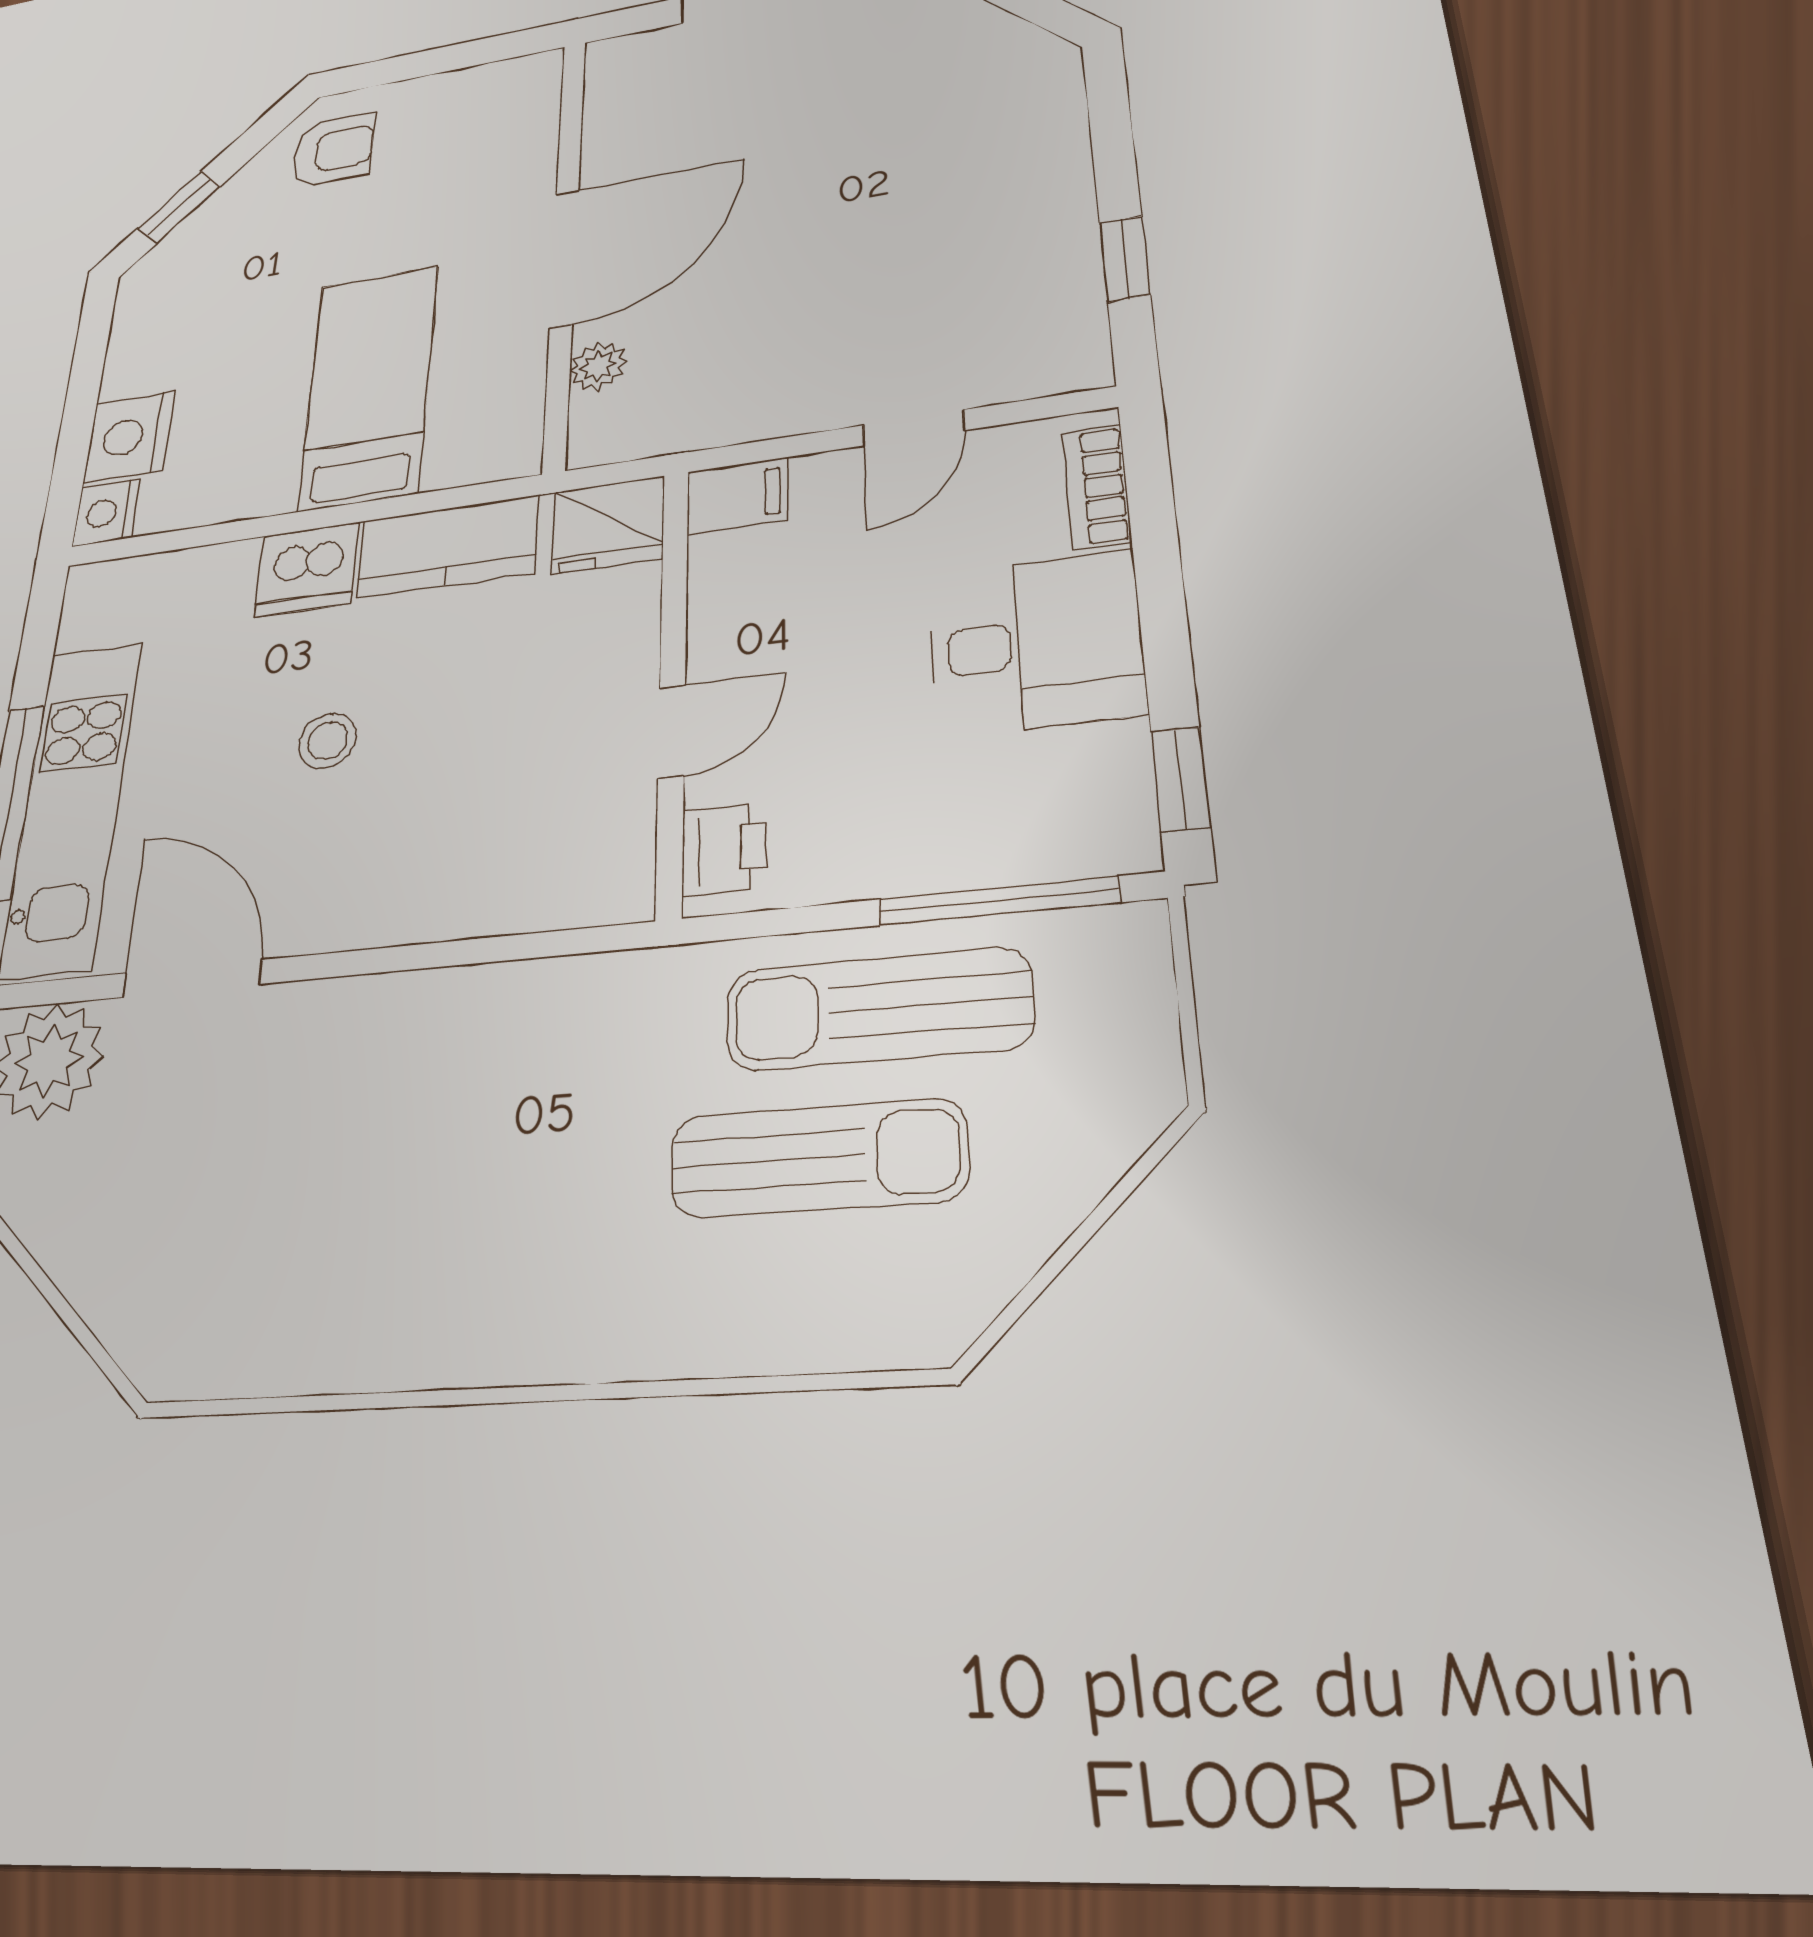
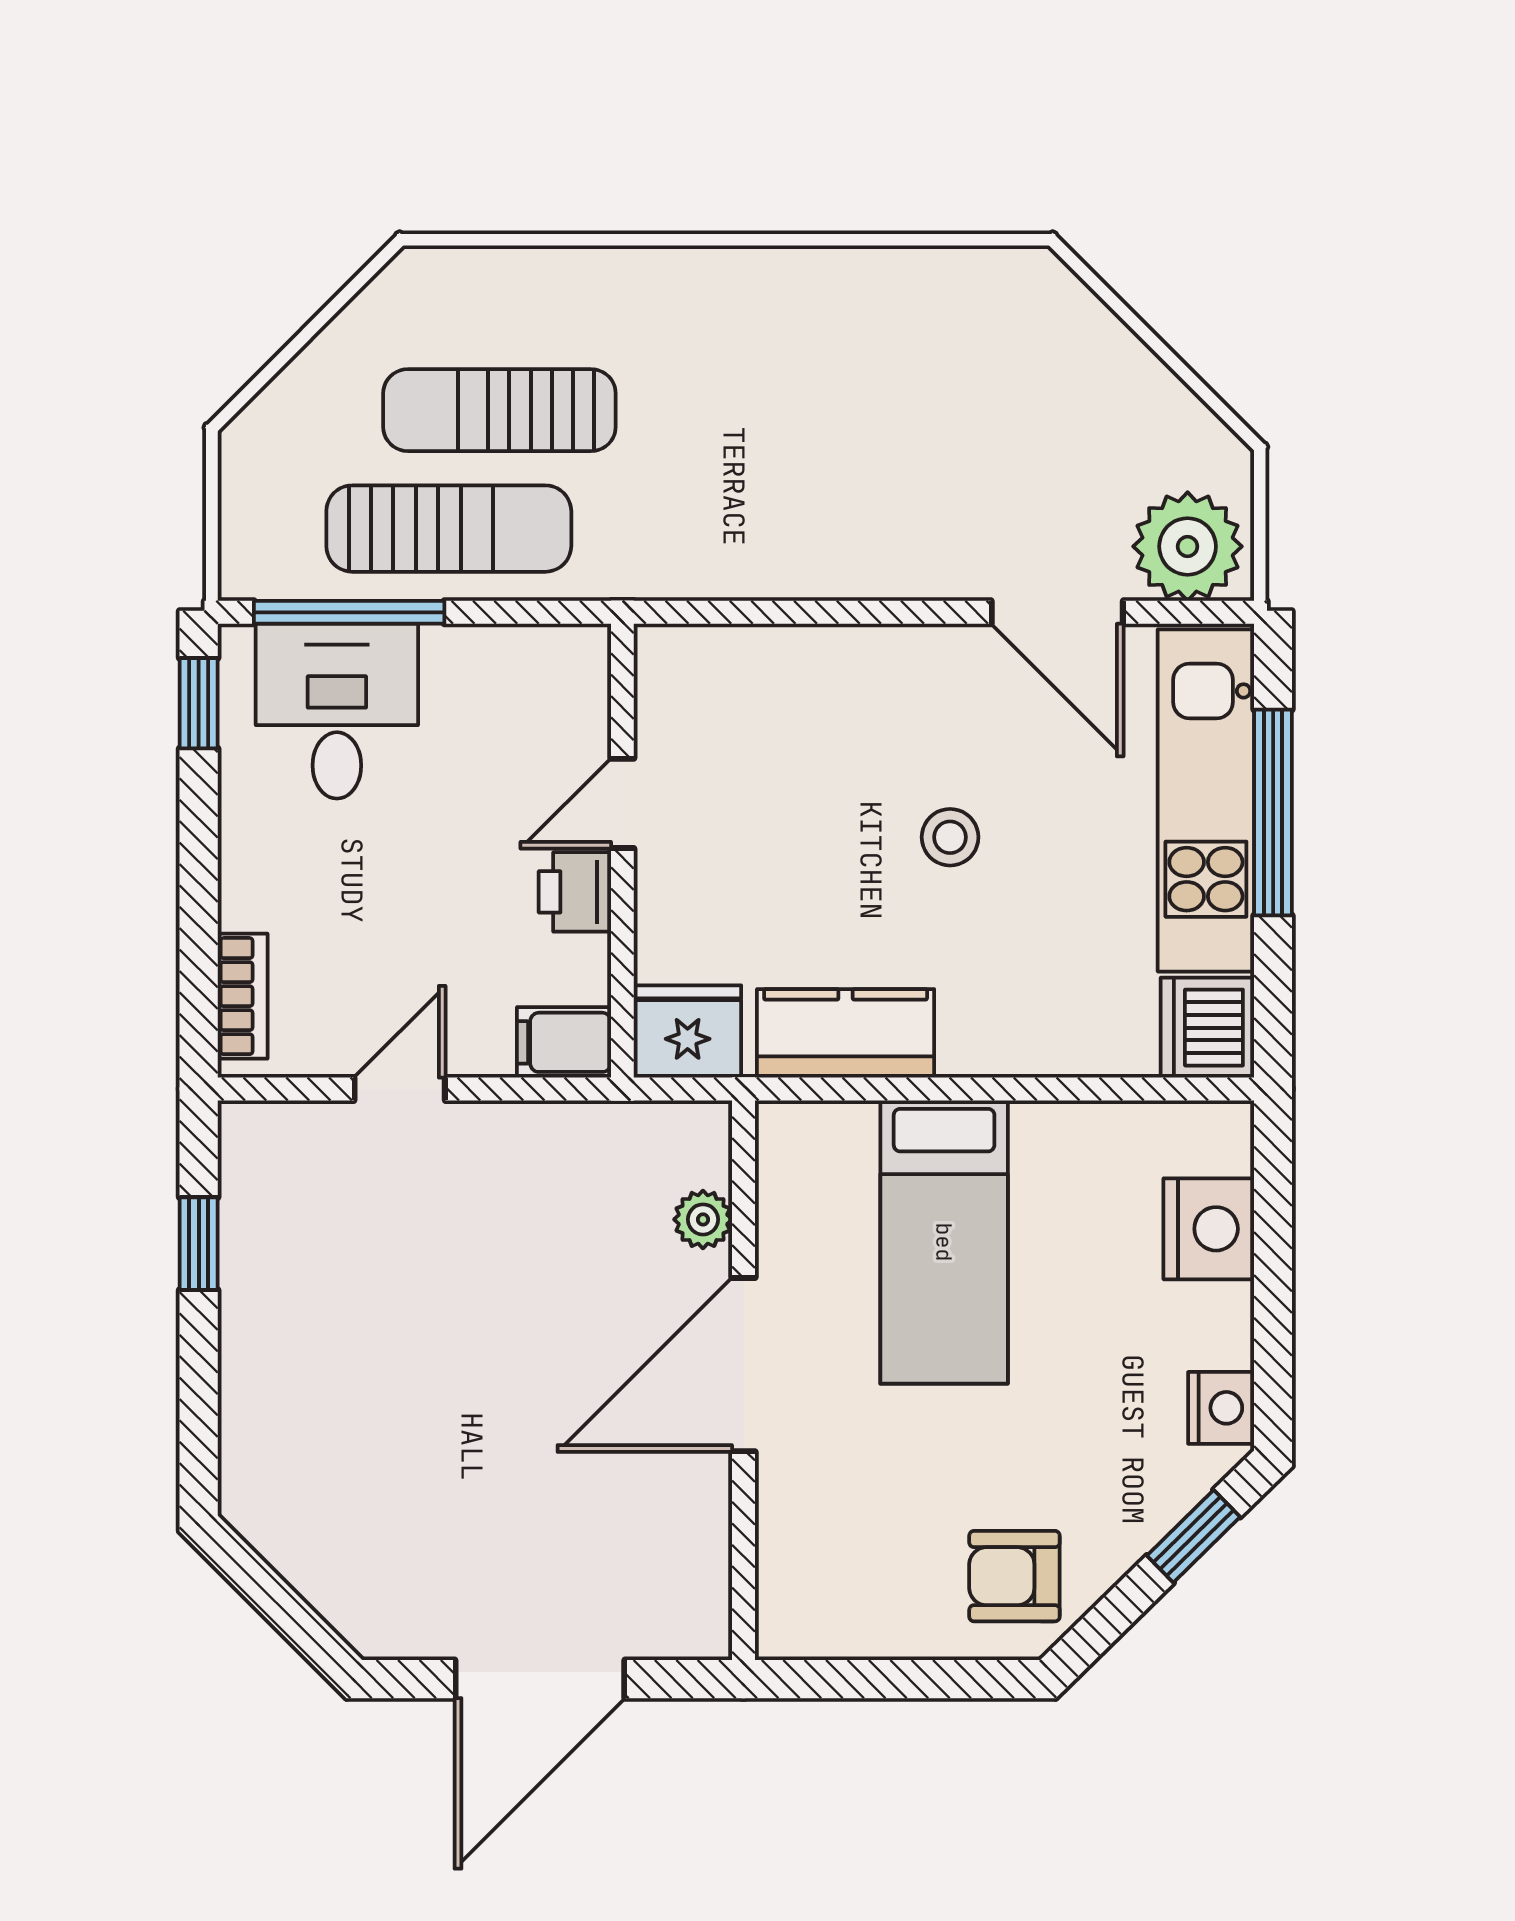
nightstand: (106, 513) -> (1221, 1408), moved
dishwasher: (307, 569) -> (1207, 1028), moved, turned -90
desk: (1035, 643) -> (337, 711), moved, turned 90
printer: (724, 849) -> (575, 892), moved

